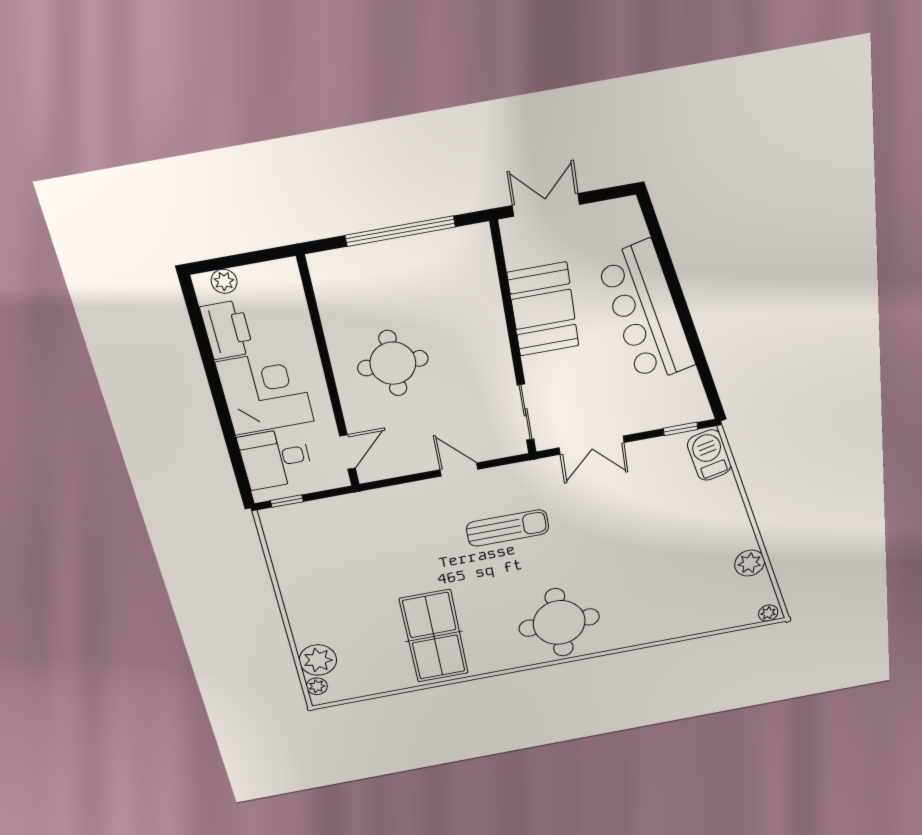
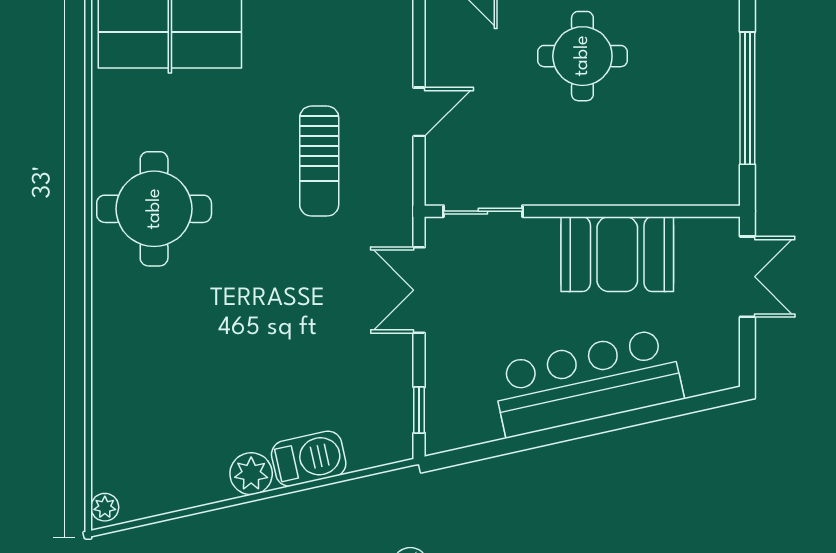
barbecue: (709, 455) -> (309, 459), moved
plant: (750, 563) -> (251, 474), moved

